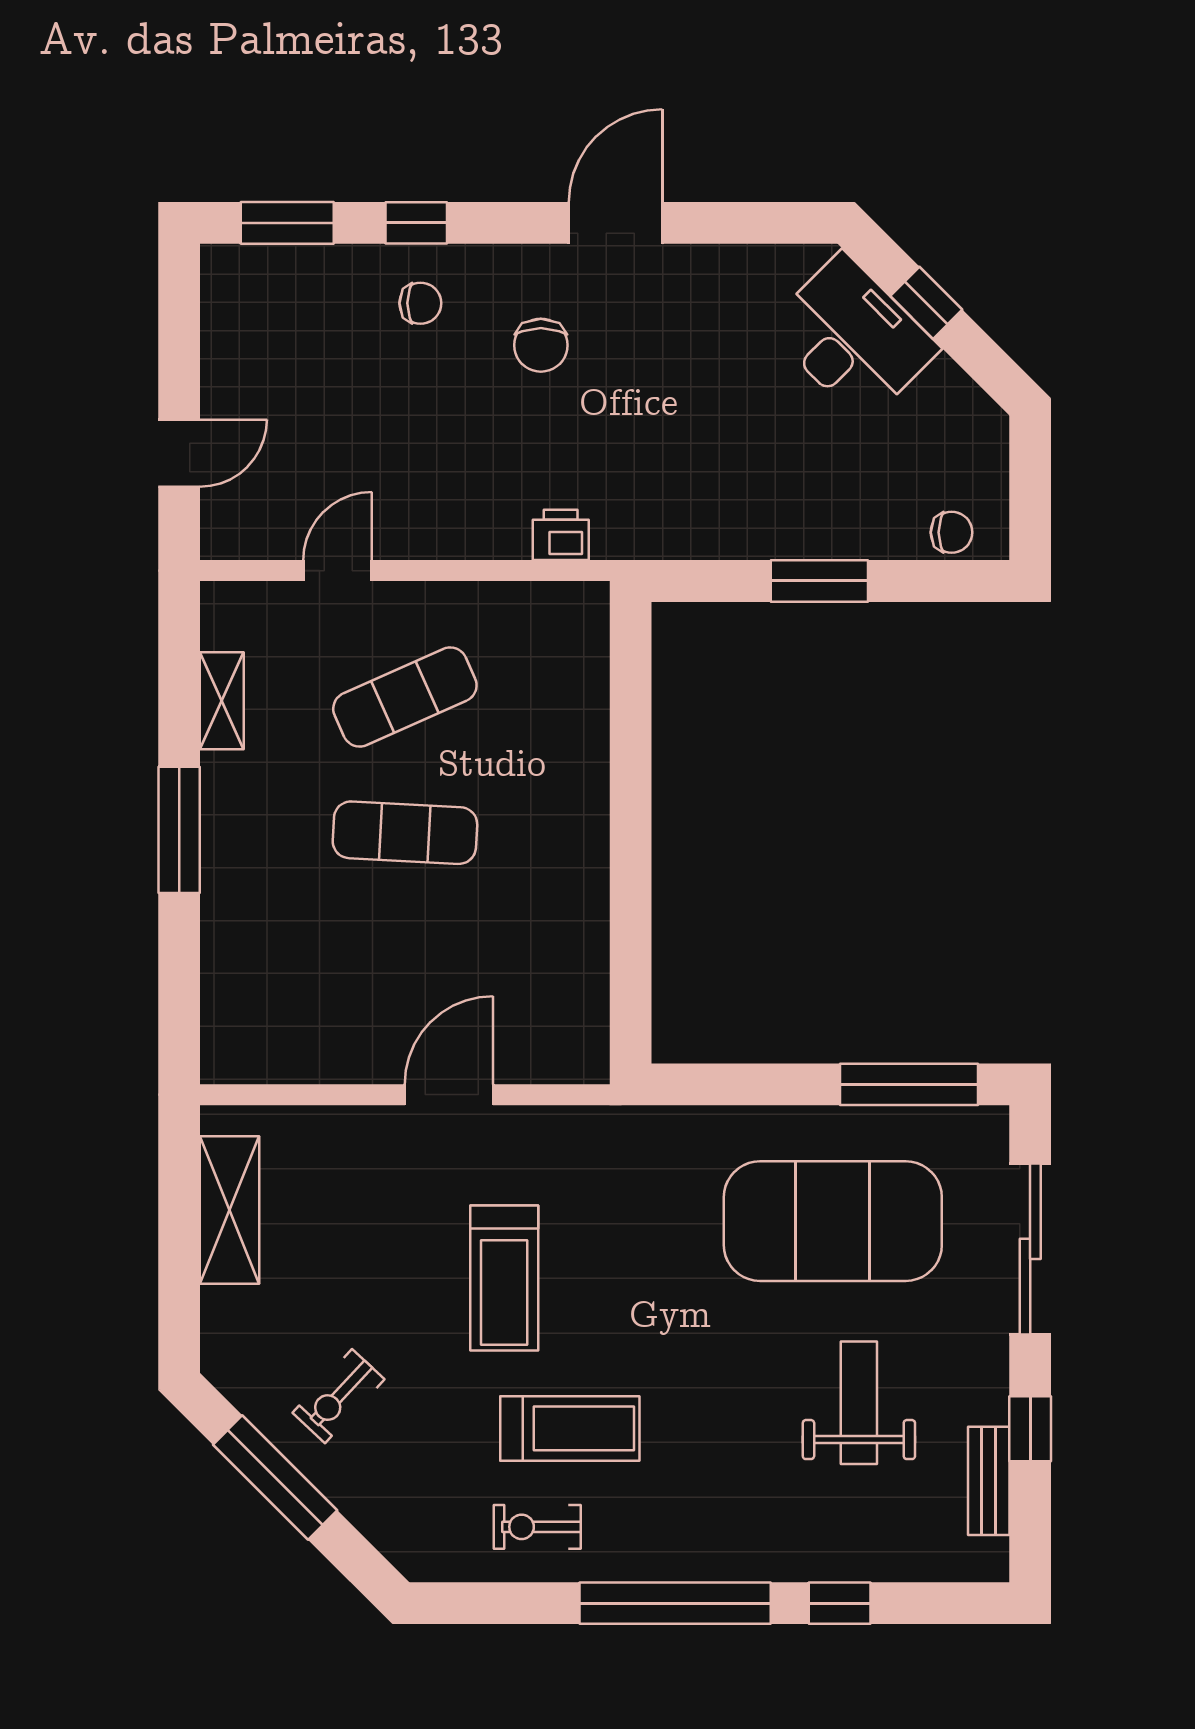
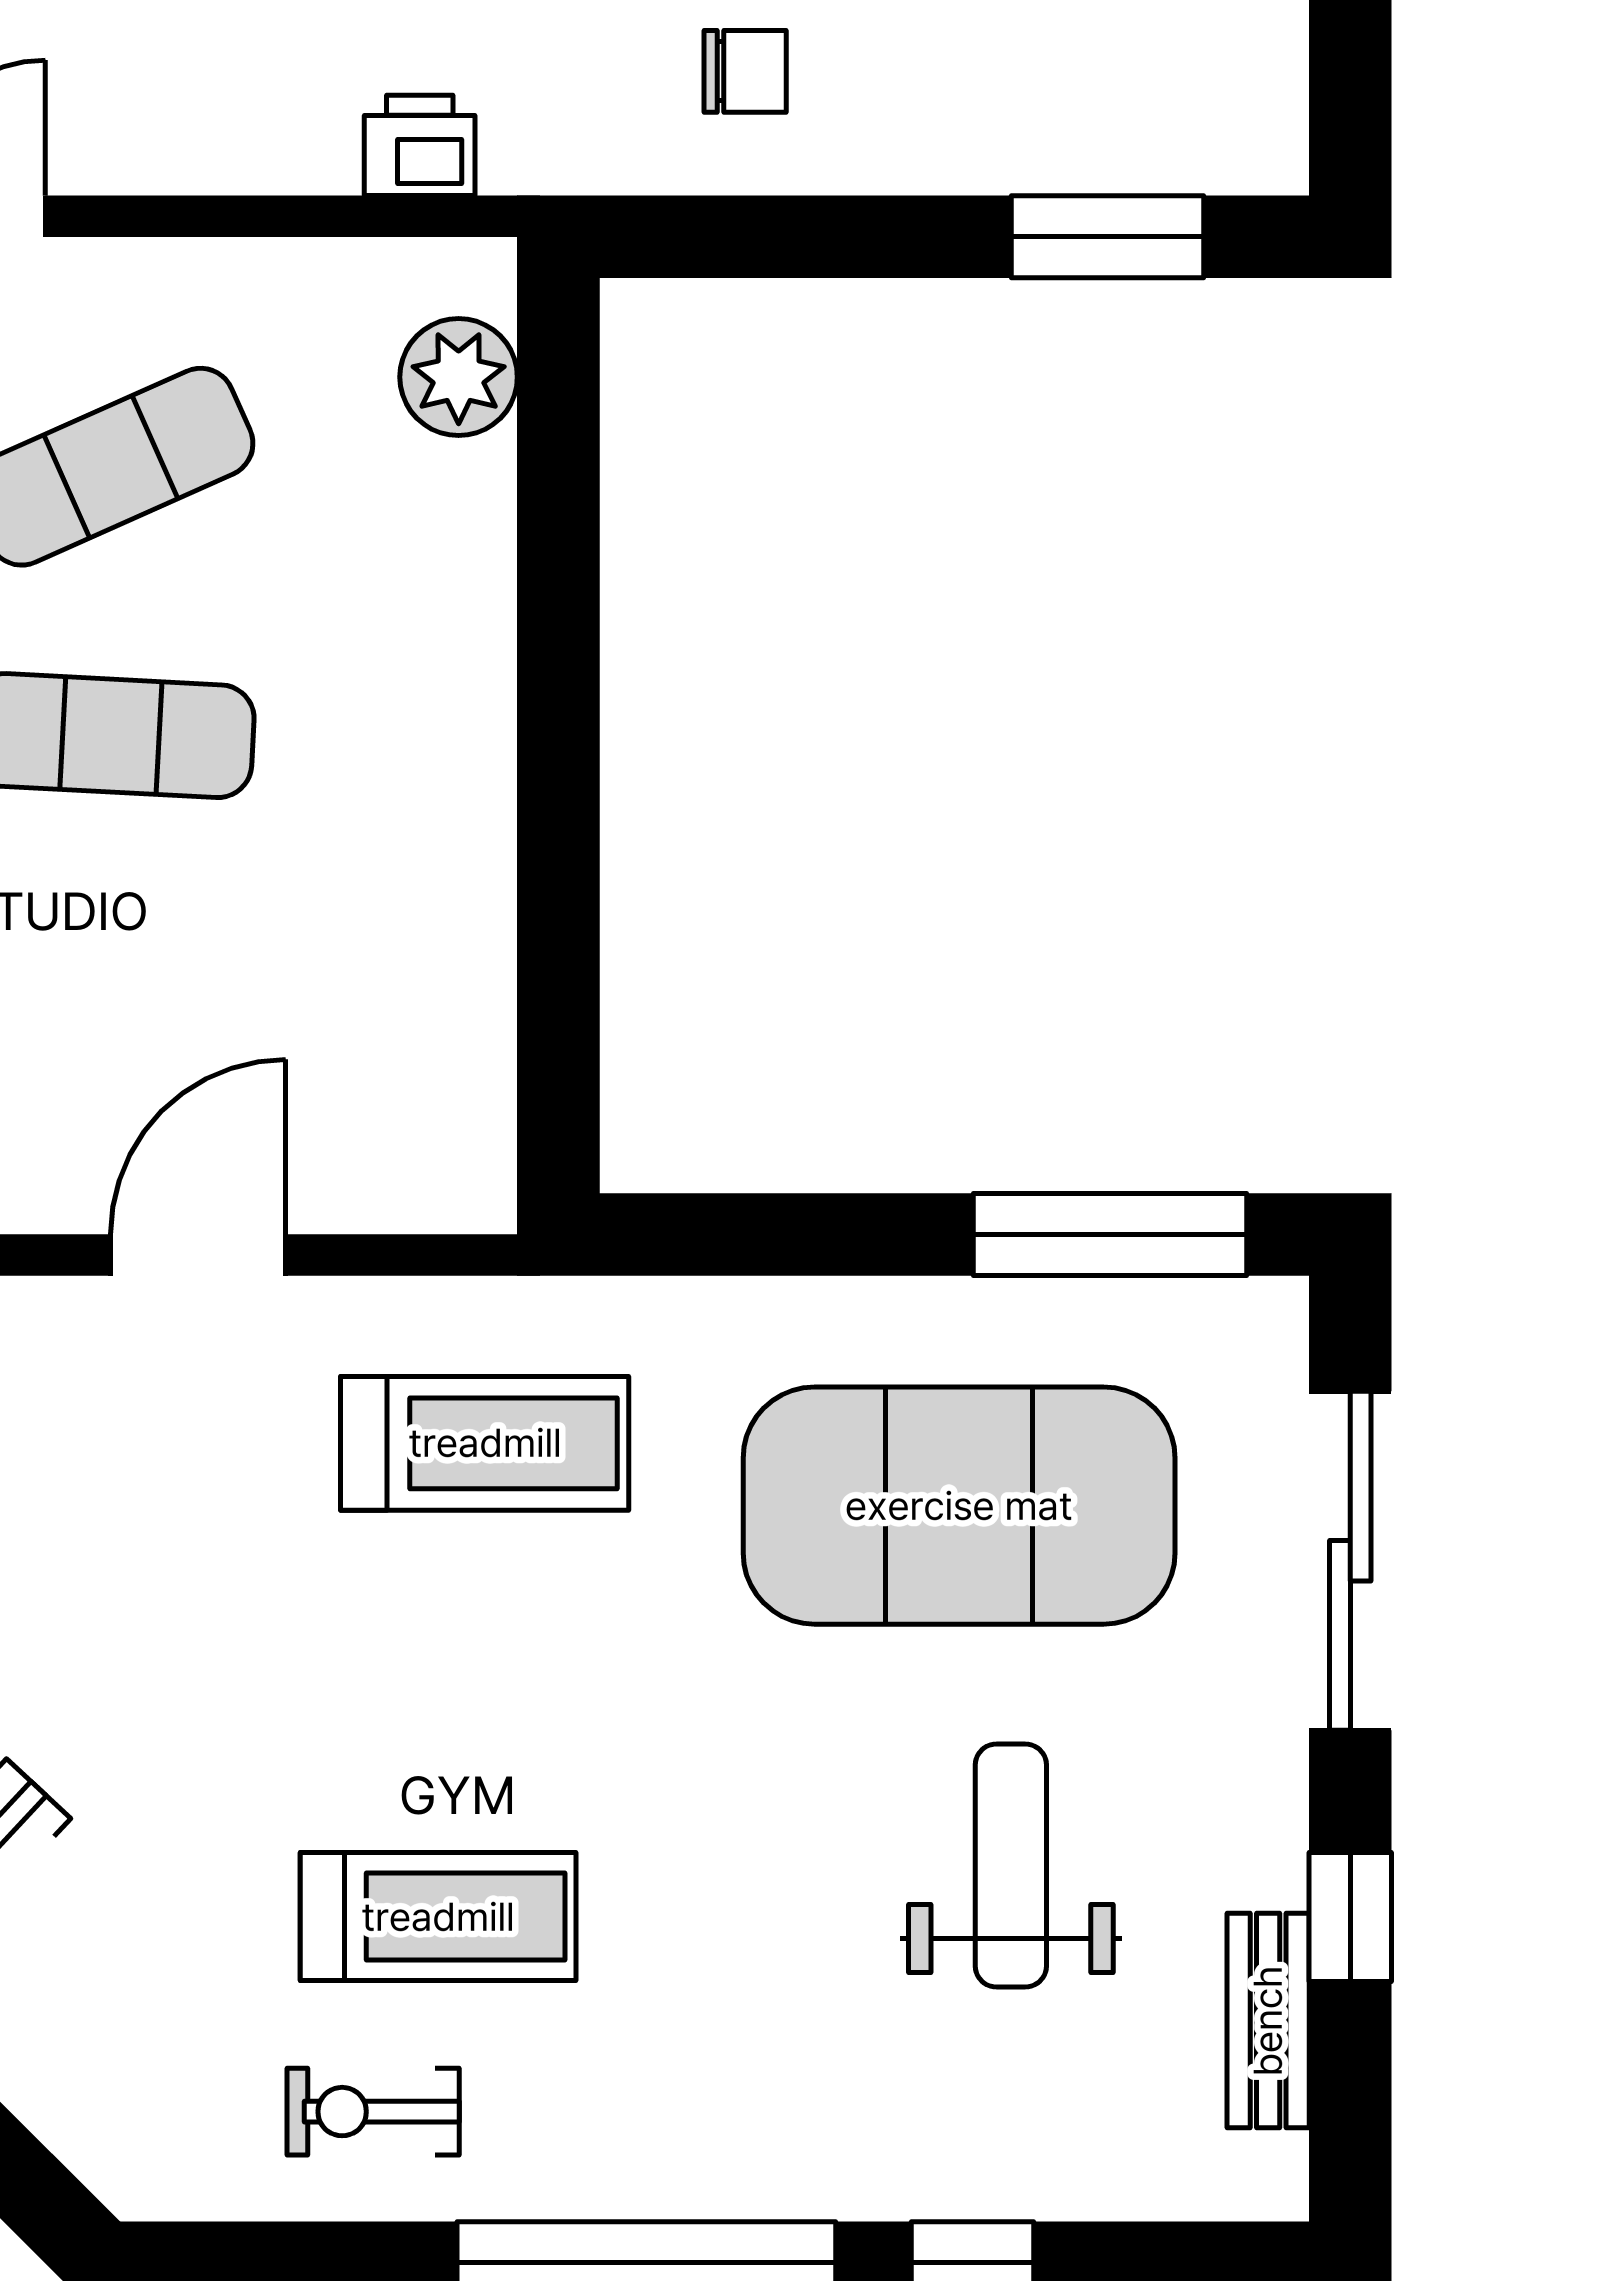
chair: (952, 532) -> (745, 71), moved
window: (819, 581) -> (1107, 237), moved
plant: (580, 652) -> (459, 377), added
treadmill: (504, 1278) -> (485, 1443), moved, turned -90

